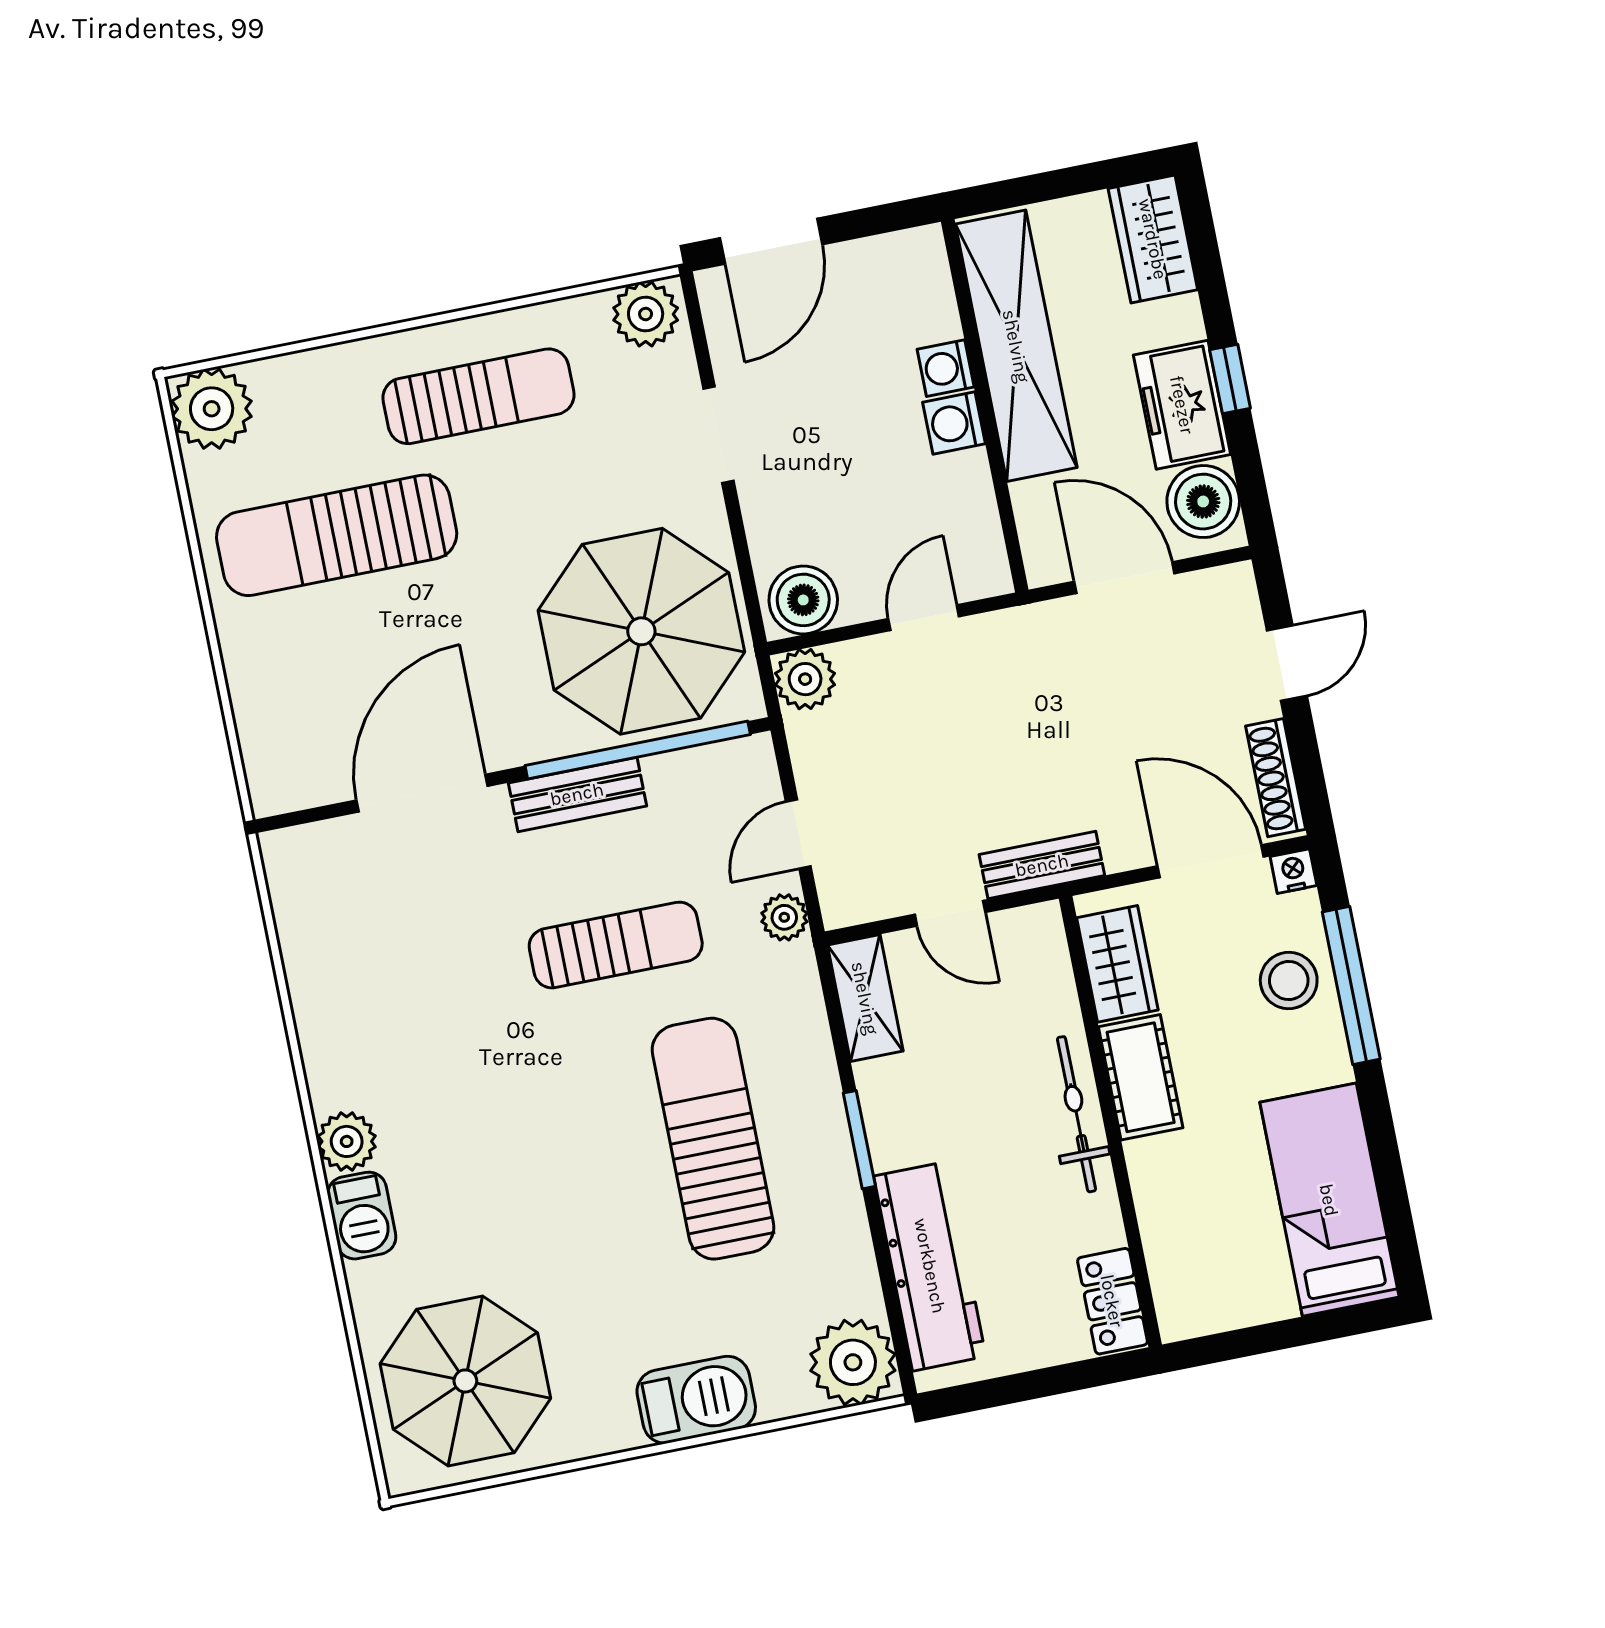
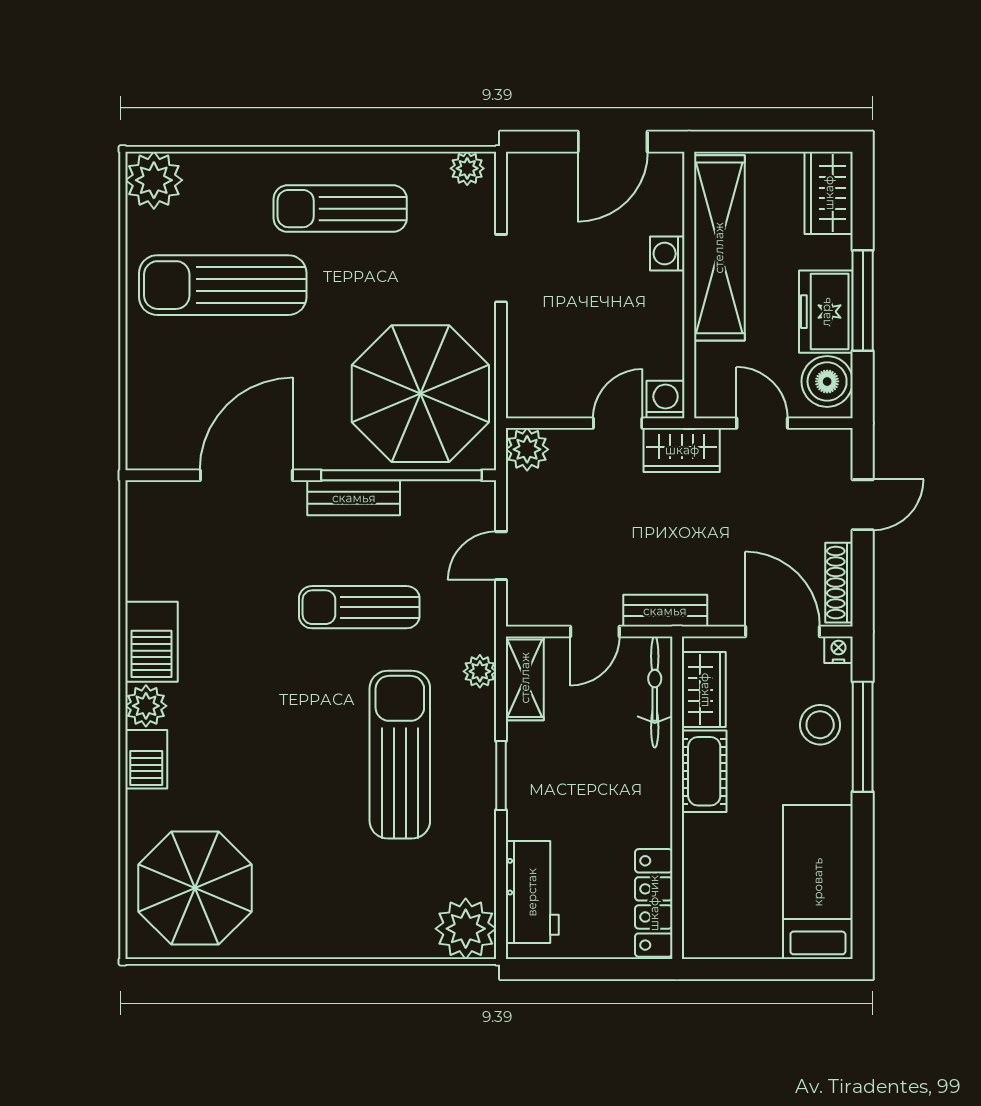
door: (771, 241) -> (613, 142), moved
plant: (646, 314) -> (467, 168), width x0.73, depth x0.73
window: (1230, 379) -> (863, 300), width x2.17
sun lounger: (478, 396) -> (340, 209), turned 180
washing machine: (954, 423) -> (666, 400), moved, turned 90
door: (1124, 578) -> (762, 423), width x0.73
boiler: (803, 600) -> (537, 394), removed
wardrobe: (1020, 637) -> (682, 450), added
door: (950, 913) -> (595, 631), hinge flipped
plant: (784, 917) -> (480, 671), moved
sun lounger: (616, 945) -> (359, 607), turned 180
bicycle: (1077, 1114) -> (655, 692), moved
workbench: (930, 1266) -> (532, 892), width x0.73
locker: (1112, 1301) -> (654, 903), width x1.53
barbecue: (696, 1400) -> (151, 642), moved, turned 90

